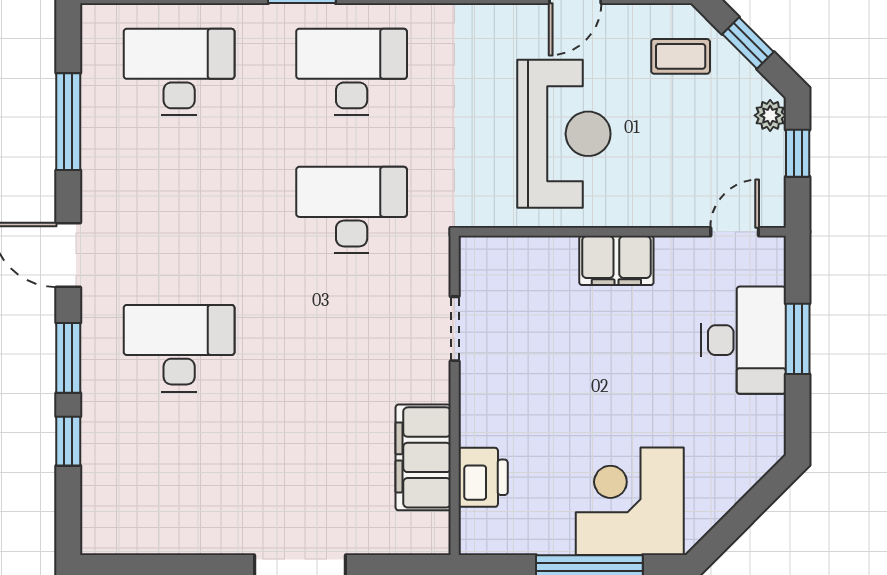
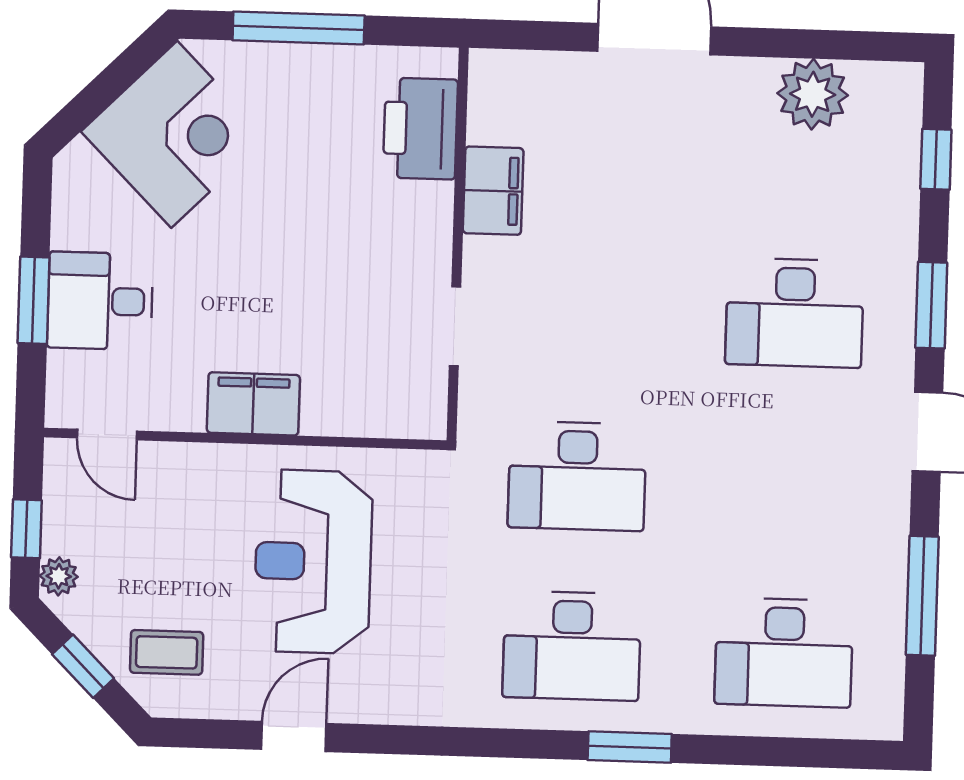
door: (735, 232) -> (107, 435), hinge flipped
desk: (744, 340) -> (100, 301), width x0.73
window: (68, 441) -> (936, 159), moved
filing cabinet: (423, 457) -> (493, 191), width x0.67, depth x0.86
printer: (483, 477) -> (420, 129), width x1.37, depth x1.19
corner desk: (630, 501) -> (174, 134), moved, turned -45
plant: (170, 526) -> (813, 94), added

